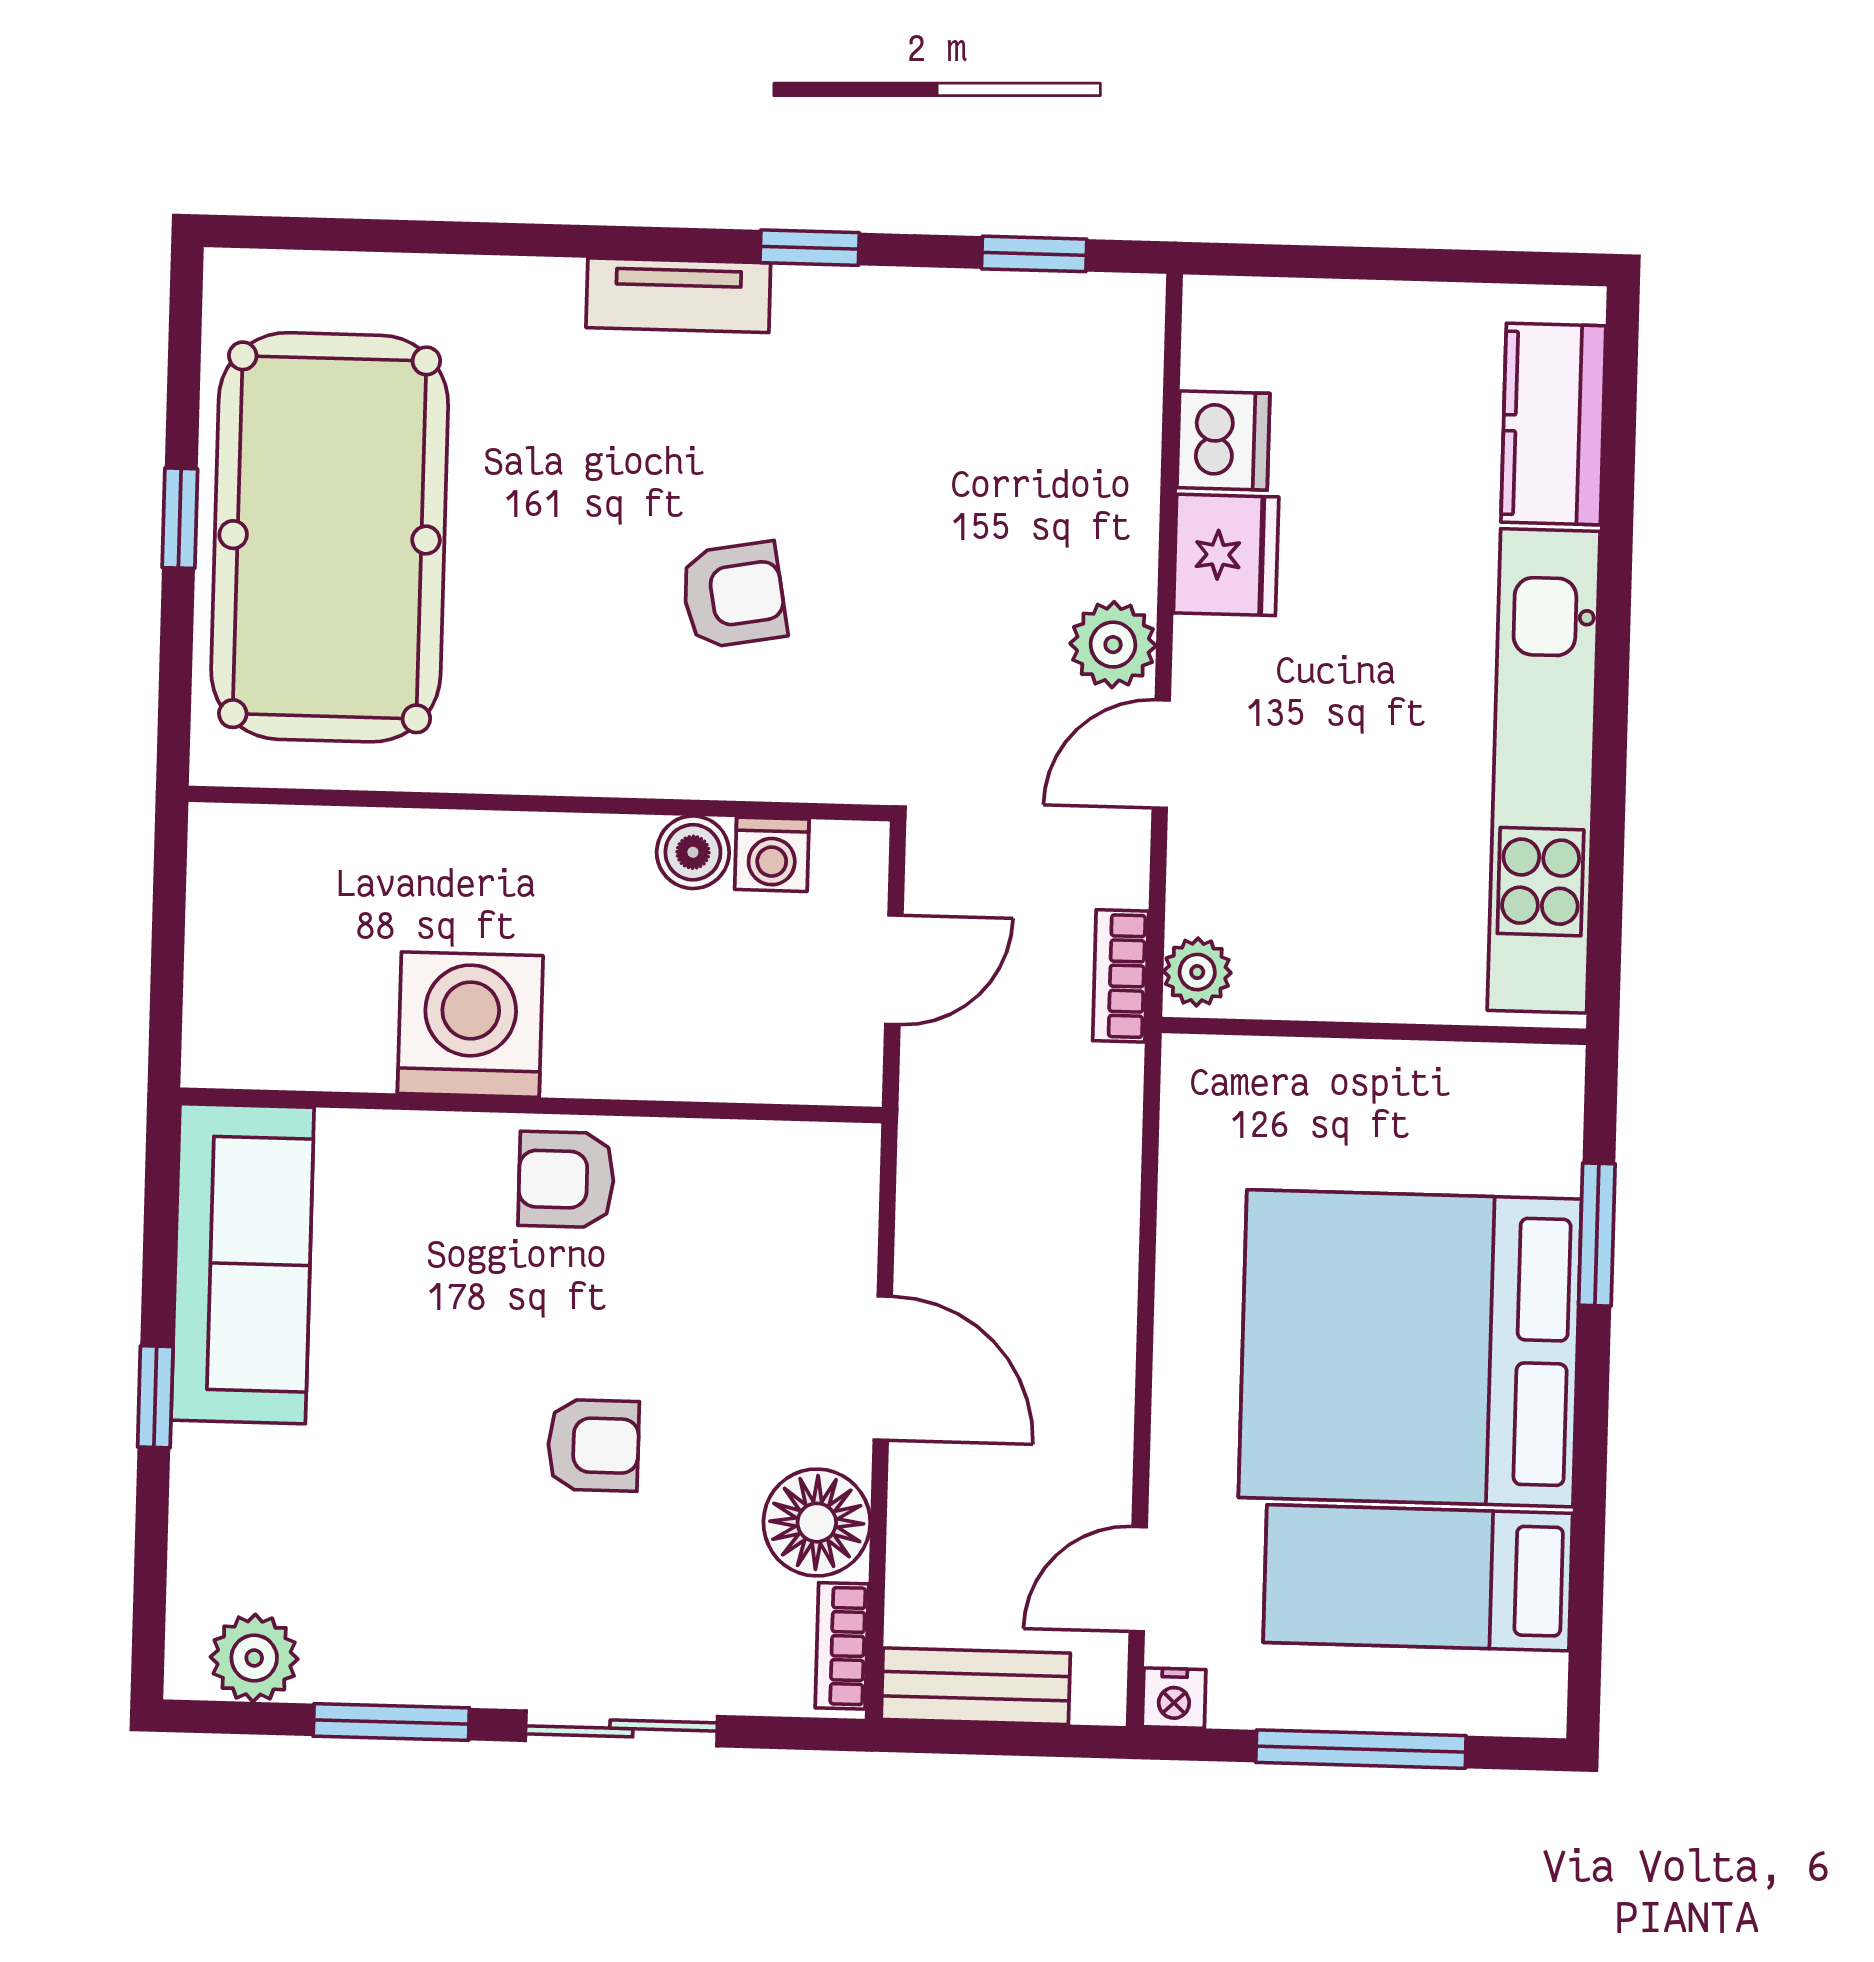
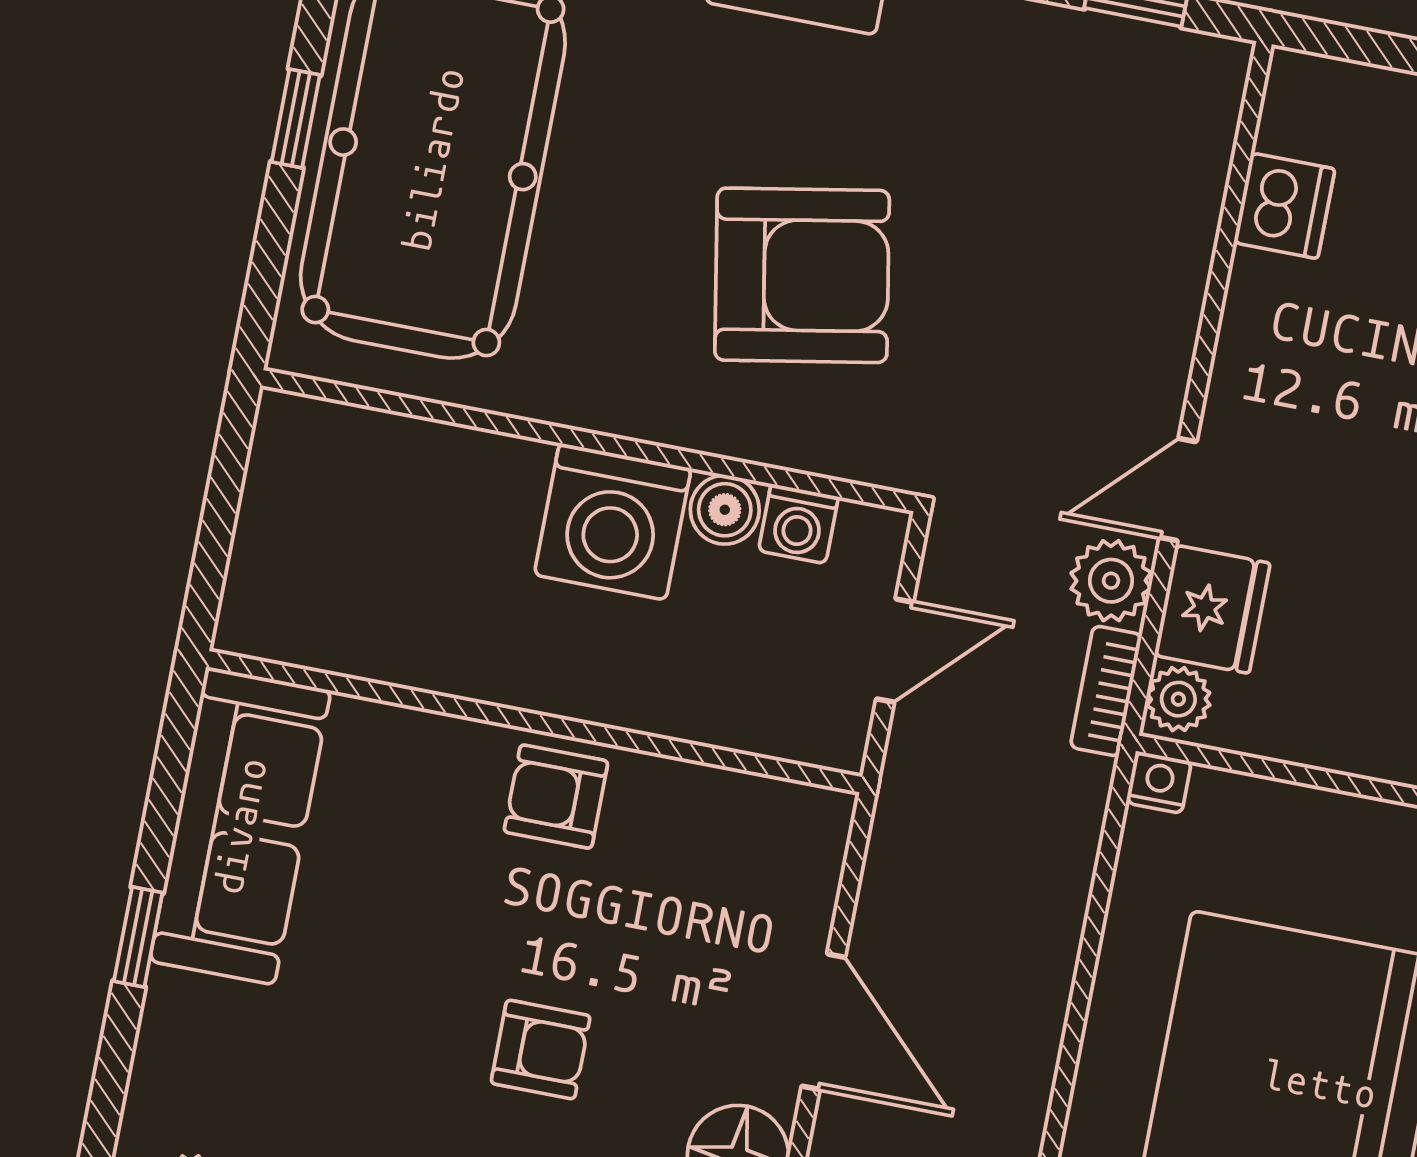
fridge: (1226, 555) -> (1212, 609), moved
armchair: (733, 595) -> (802, 275), width x1.88, depth x1.88
plant: (1113, 645) -> (1111, 581), moved
washing machine: (470, 1025) -> (613, 522), moved, turned 180
nightstand: (1191, 1062) -> (1159, 782), added

